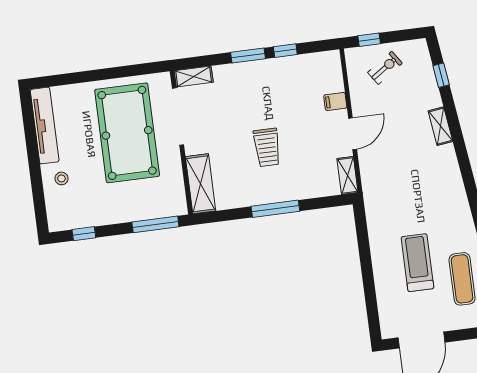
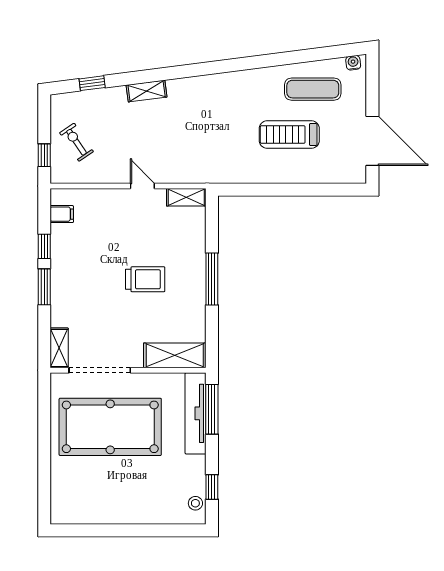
filing cabinet: (335, 101) -> (62, 214), moved, turned -90
tv unit: (45, 126) -> (196, 413), moved, turned -90
door: (353, 134) -> (142, 186), width x0.73
stool: (61, 178) -> (195, 503), moved

